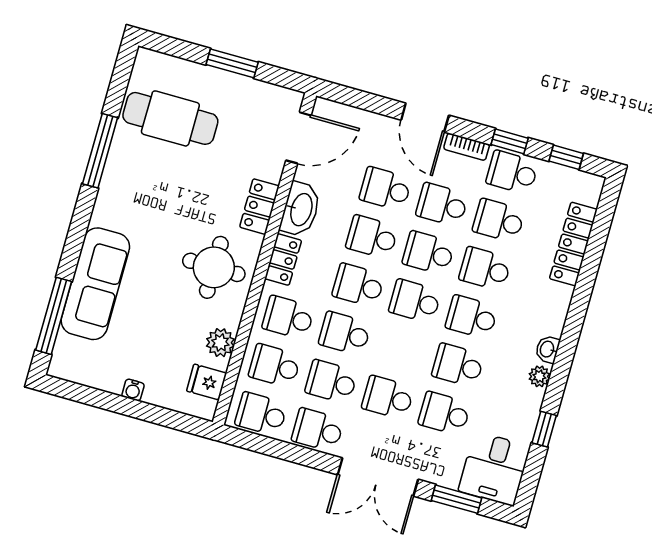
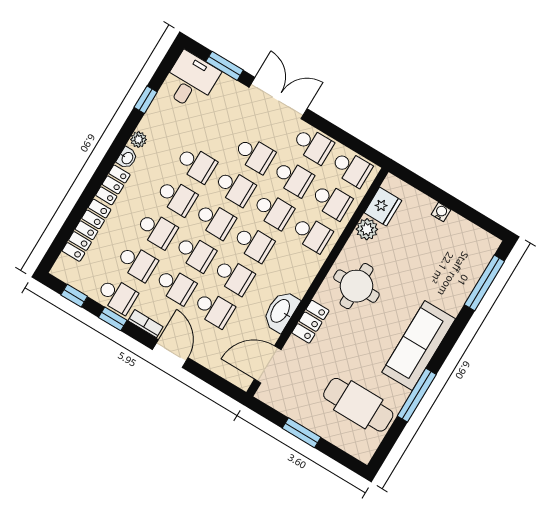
locker: (283, 260) -> (113, 185), moved, turned 180
sofa: (95, 284) -> (419, 345), moved
fridge: (207, 382) -> (383, 207), width x1.38
school desk: (444, 413) -> (235, 187), moved

